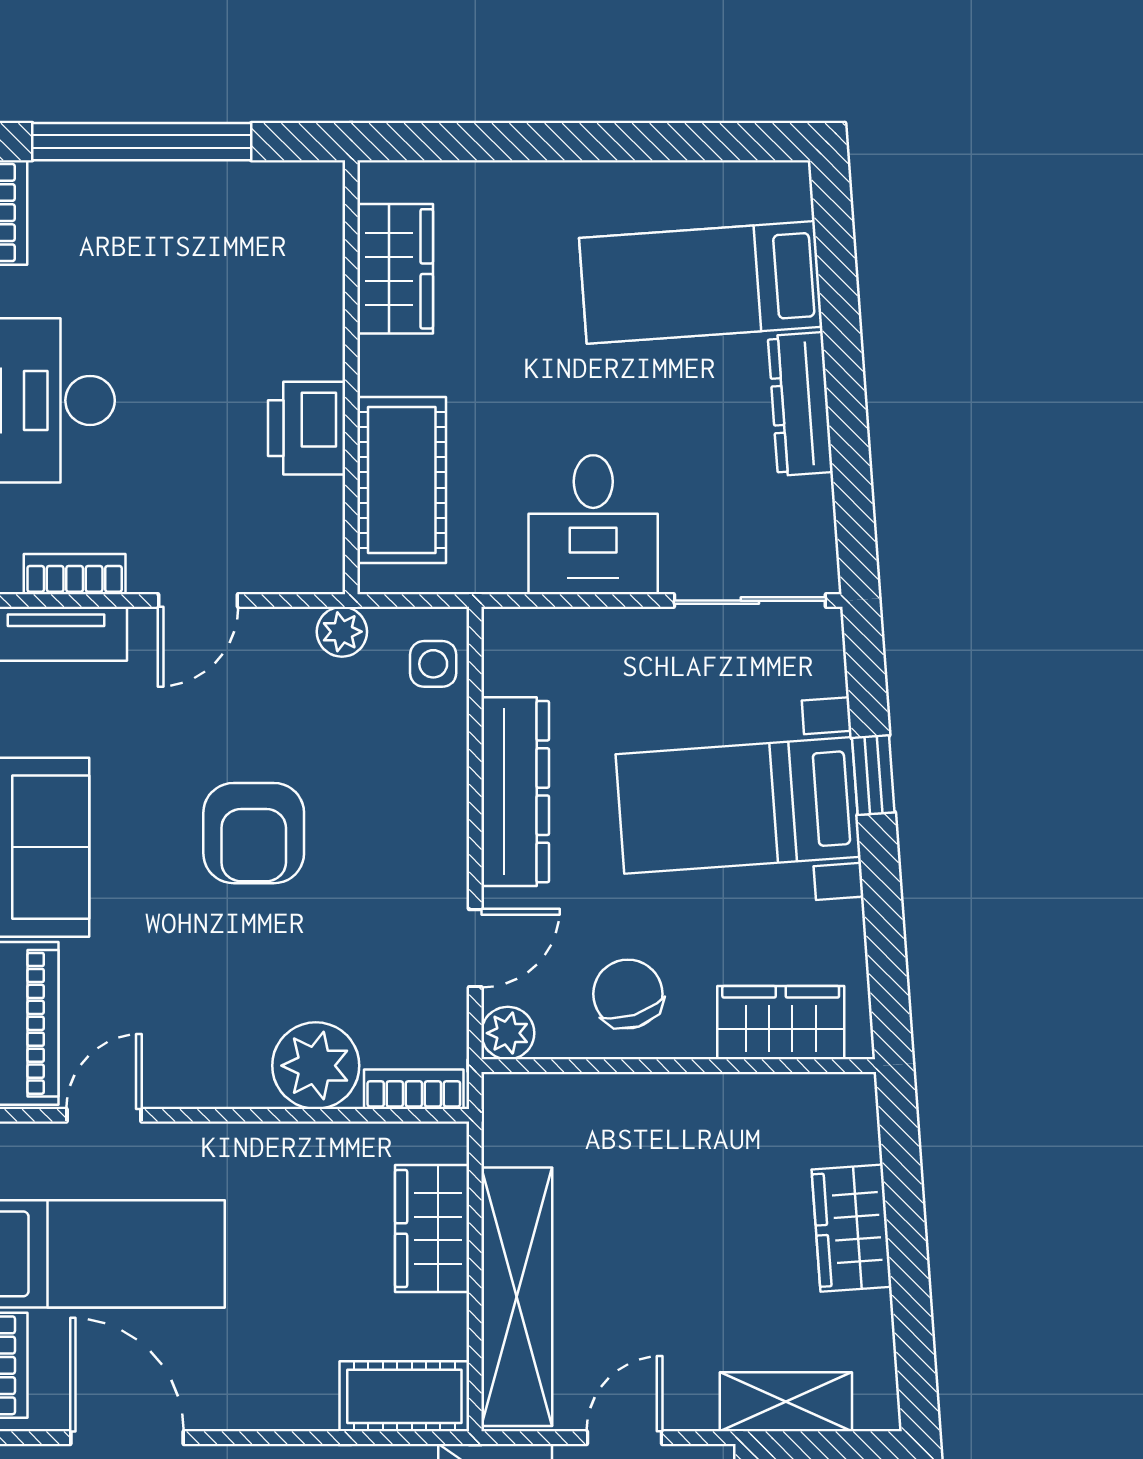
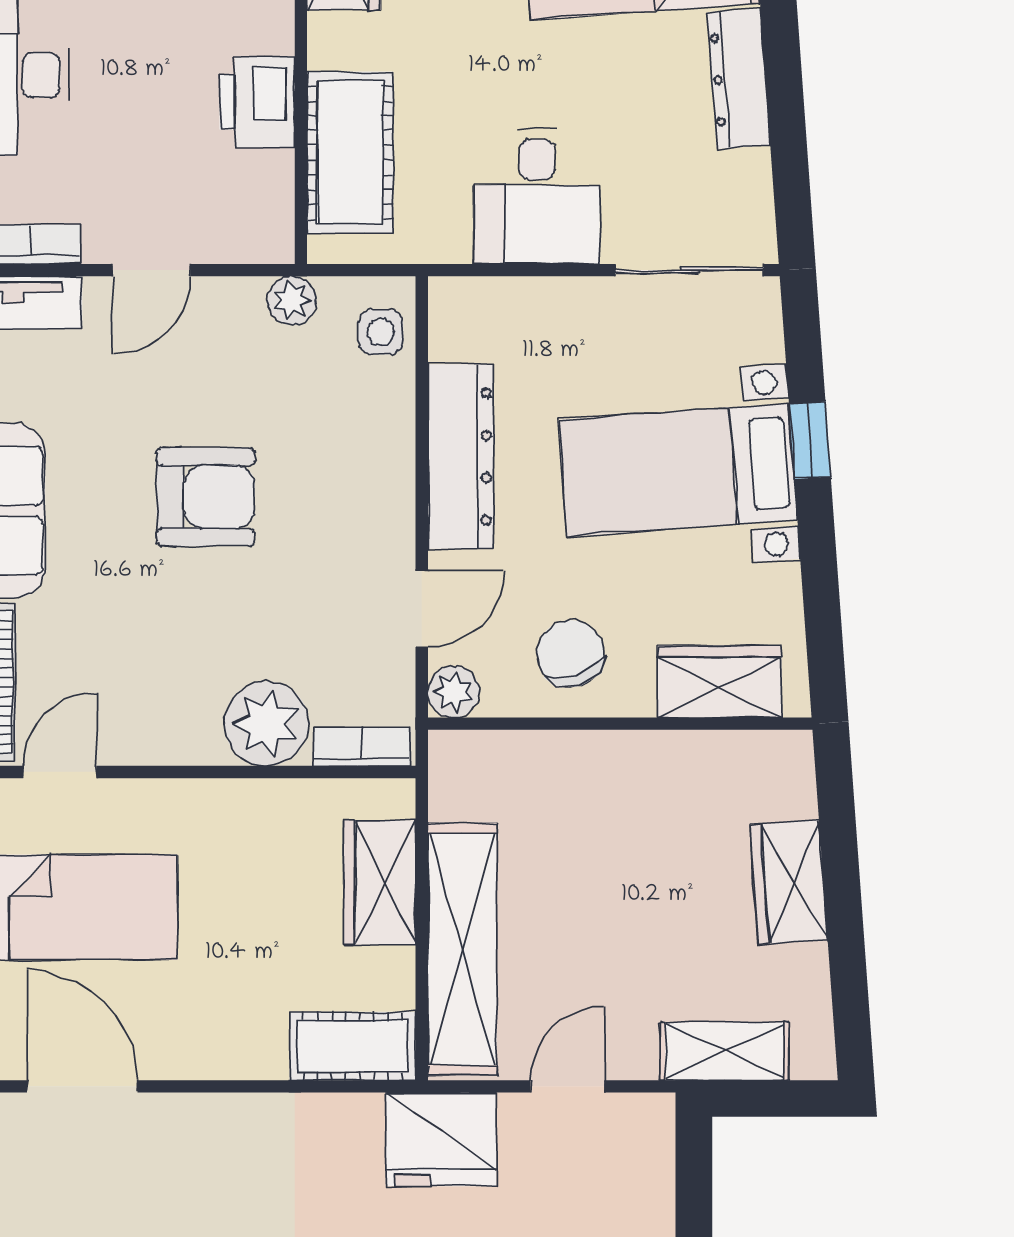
armchair: (254, 833) -> (206, 497), turned -90

